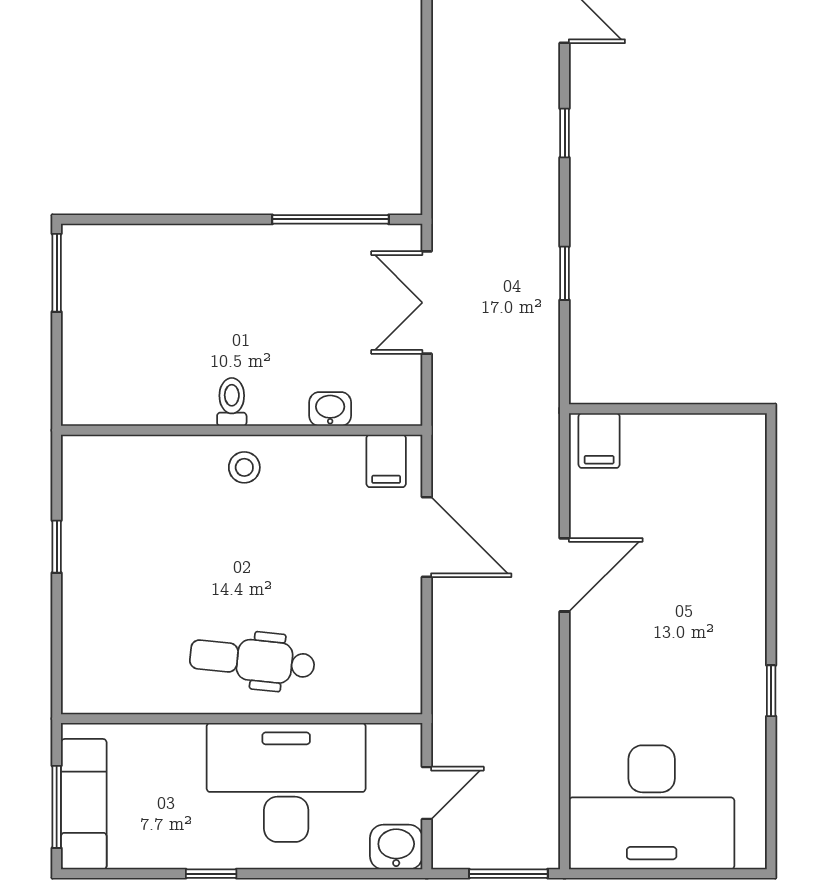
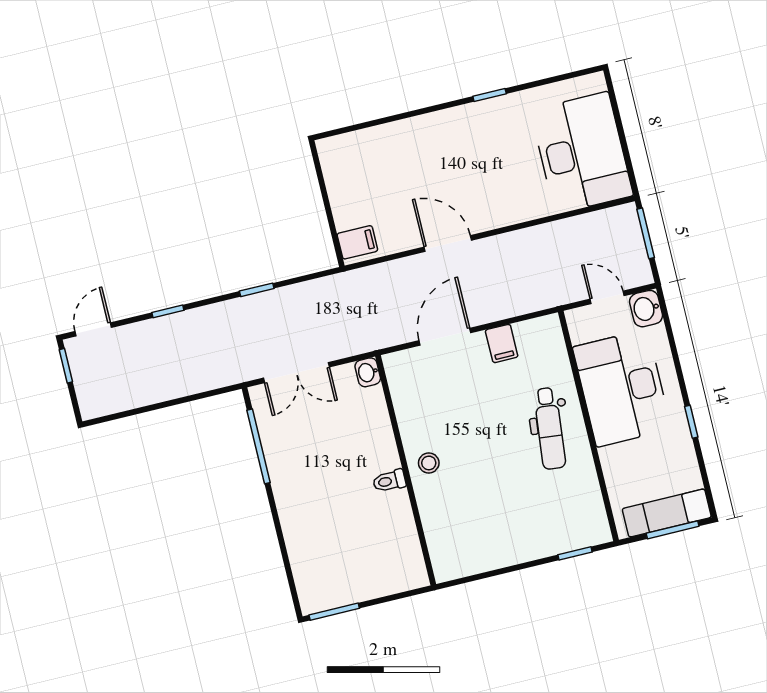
washbasin: (330, 409) -> (368, 372), moved
filing cabinet: (386, 461) -> (502, 343), moved, turned 90
window: (57, 547) -> (575, 553), moved

